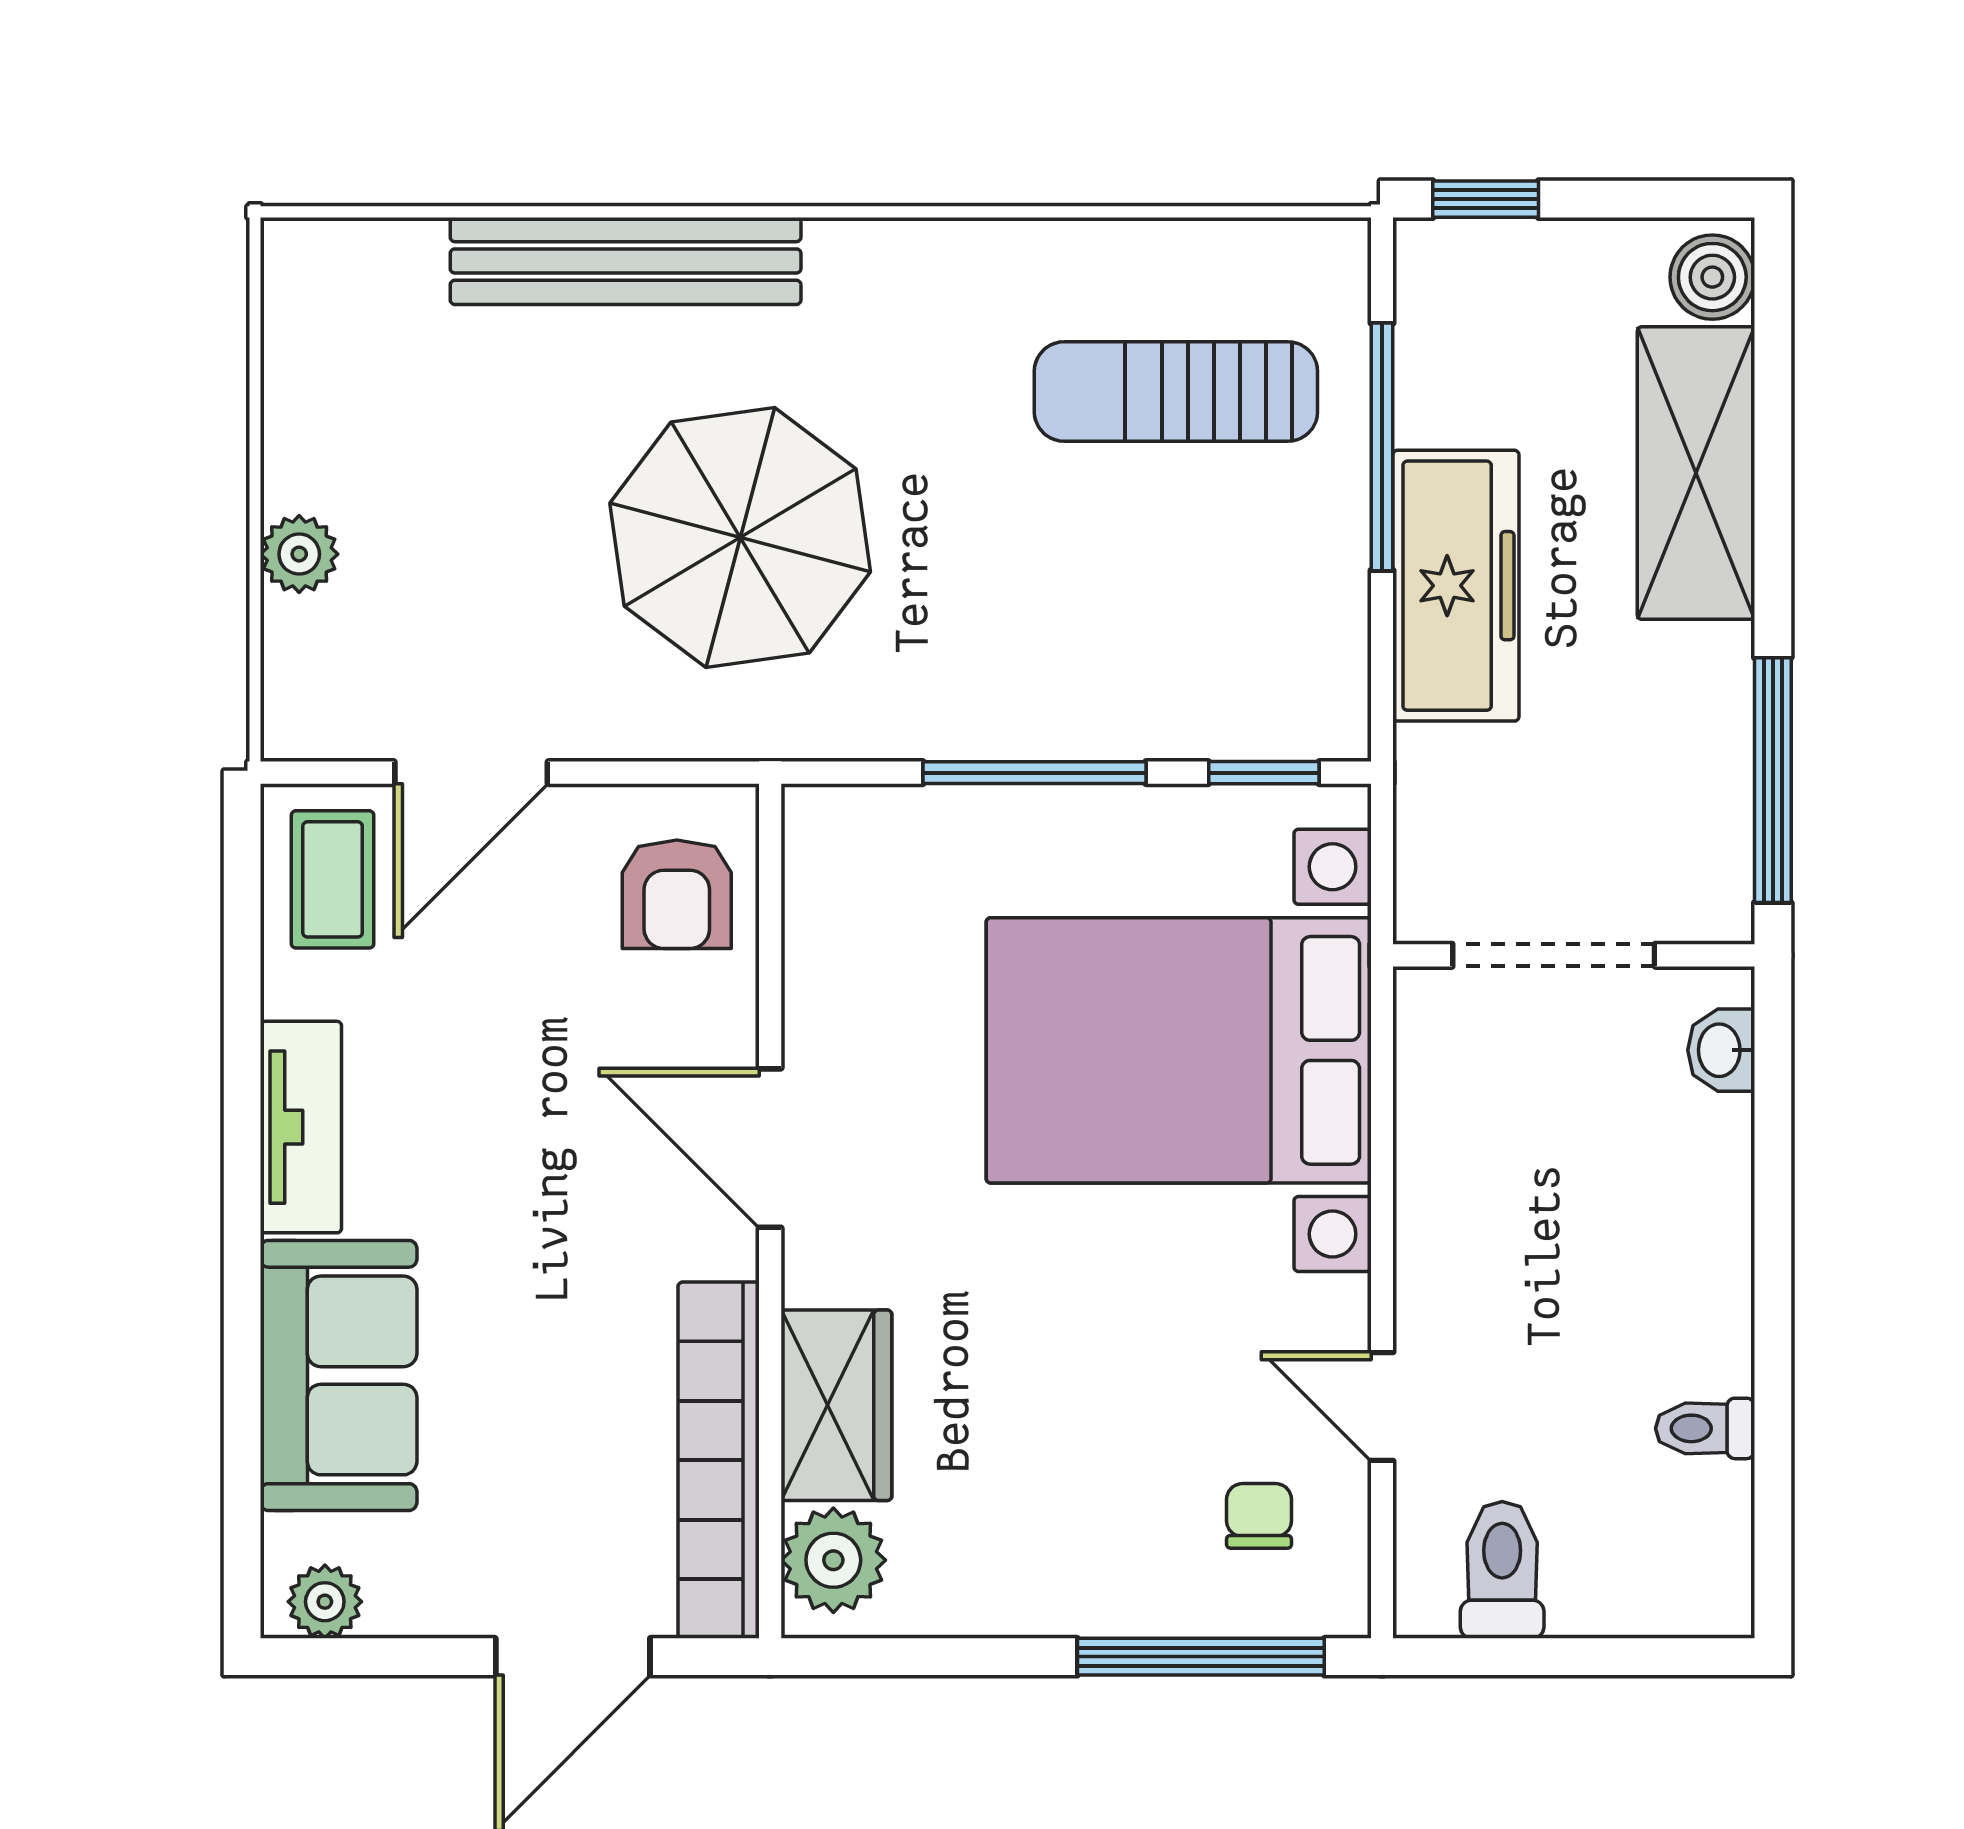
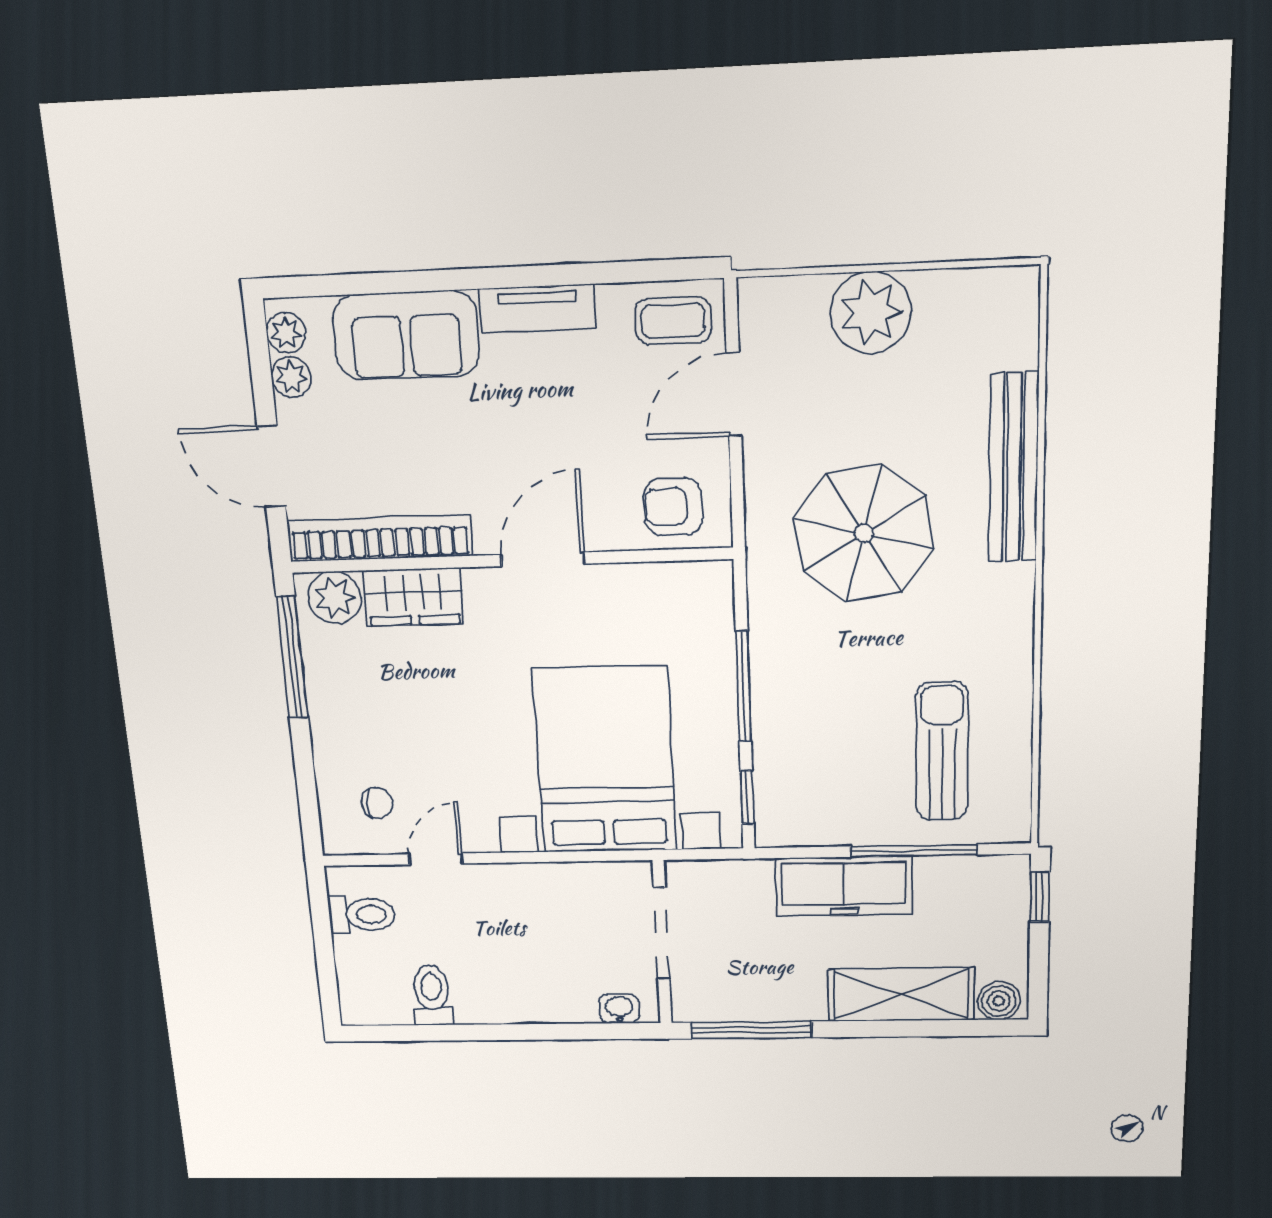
plant: (299, 554) -> (871, 312), width x1.88, depth x1.88
door: (471, 773) -> (734, 395), hinge flipped
toilet: (1705, 1428) -> (432, 995), width x1.37, depth x1.39
plant: (407, 1601) -> (291, 377), added
window: (1201, 1657) -> (292, 657), moved

